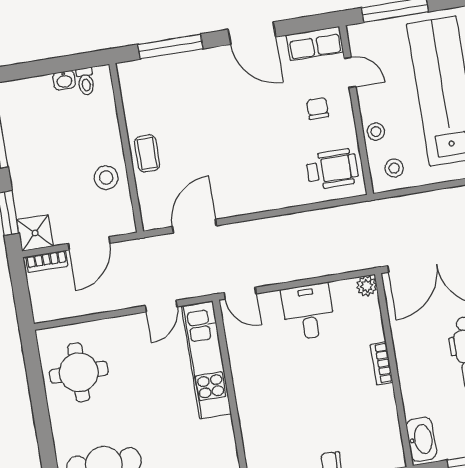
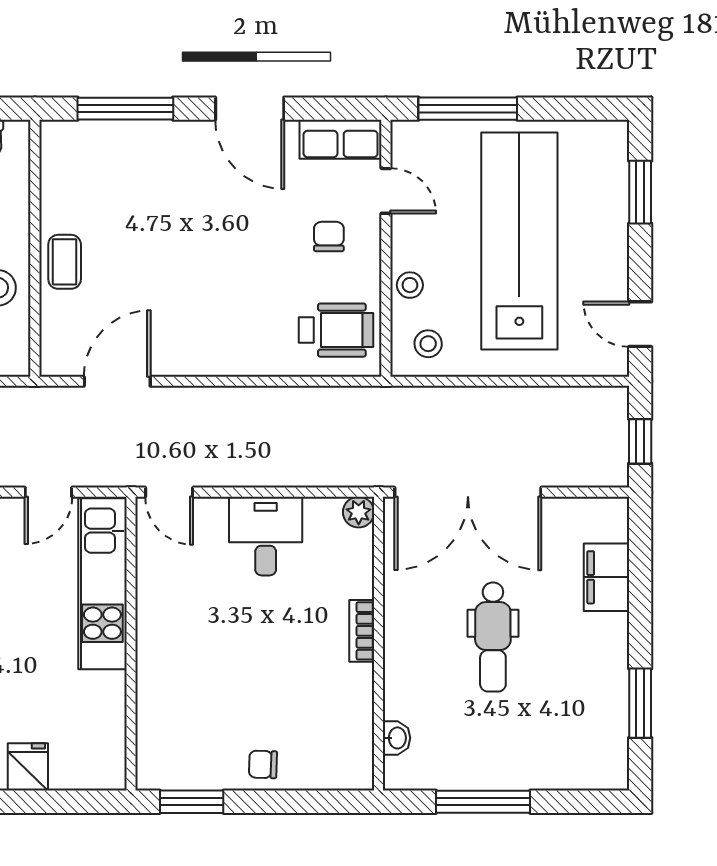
washbasin: (421, 439) -> (397, 738), width x0.52, depth x0.69

